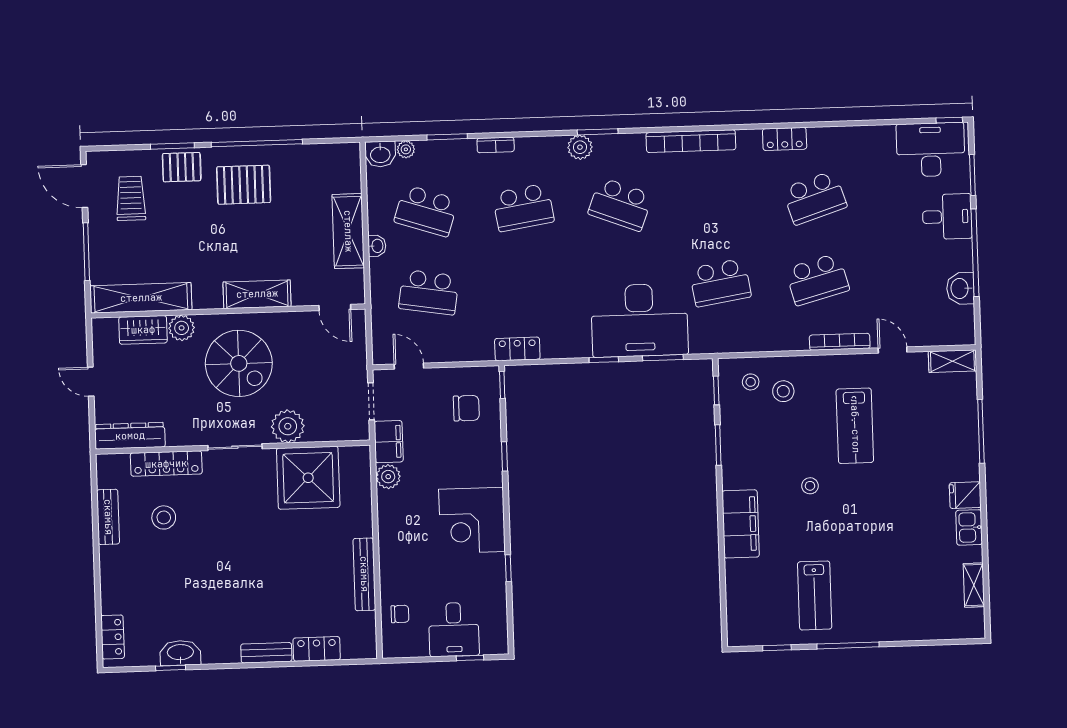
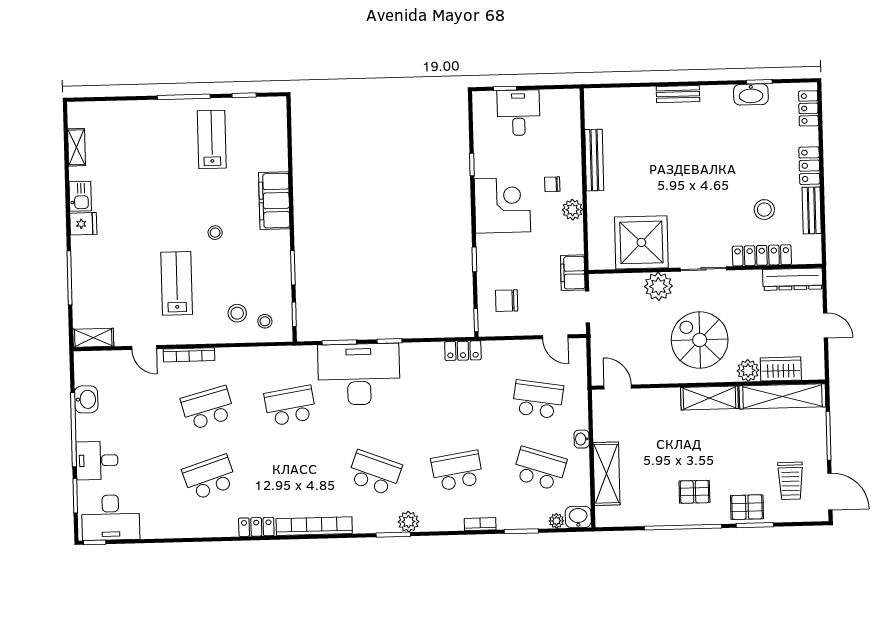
locker: (785, 139) -> (256, 527), moved
pallet: (244, 185) -> (694, 492), width x0.67, depth x0.71
shelving: (348, 231) -> (606, 474), moved
shelving: (257, 294) -> (709, 398), moved
plant: (388, 477) -> (573, 210), moved
chair: (400, 614) -> (552, 184), moved
locker: (317, 649) -> (809, 166), moved, turned 90

